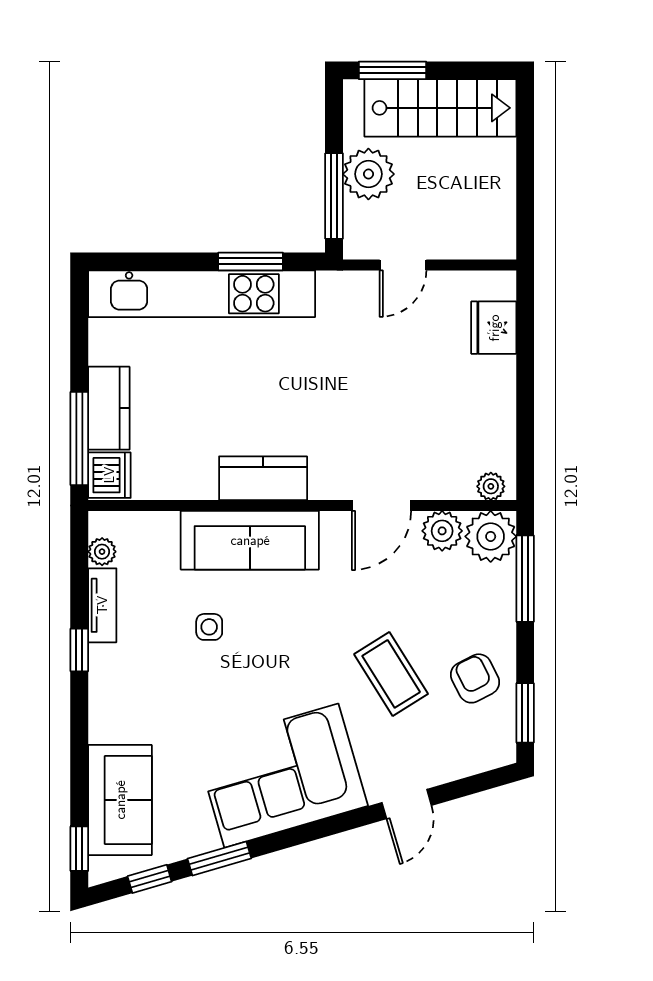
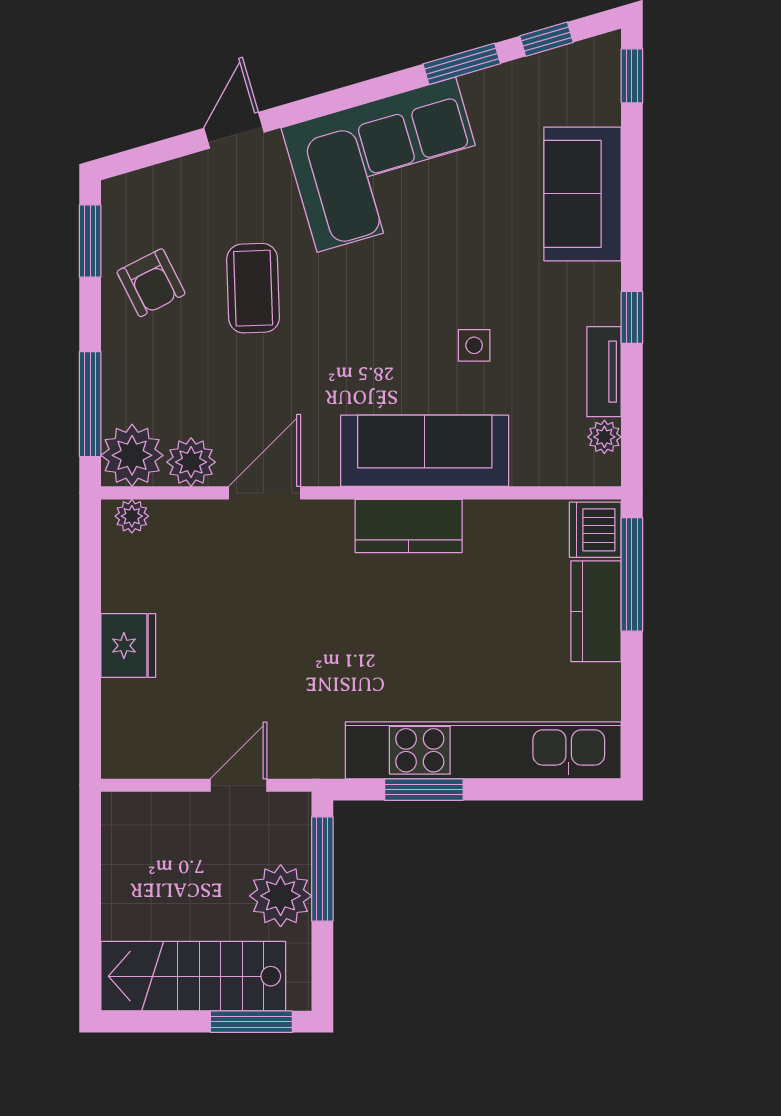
fridge: (494, 328) -> (128, 646), moved
coffee table: (391, 674) -> (253, 288), turned 30
sofa: (120, 800) -> (582, 194), moved

